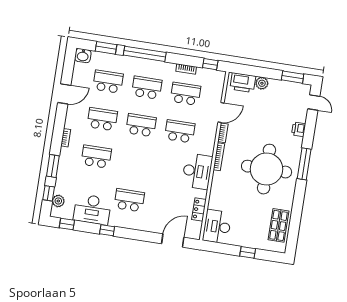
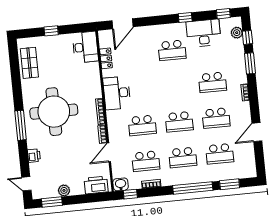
washbasin: (83, 56) -> (121, 184), moved
plant: (262, 83) -> (64, 190), moved

